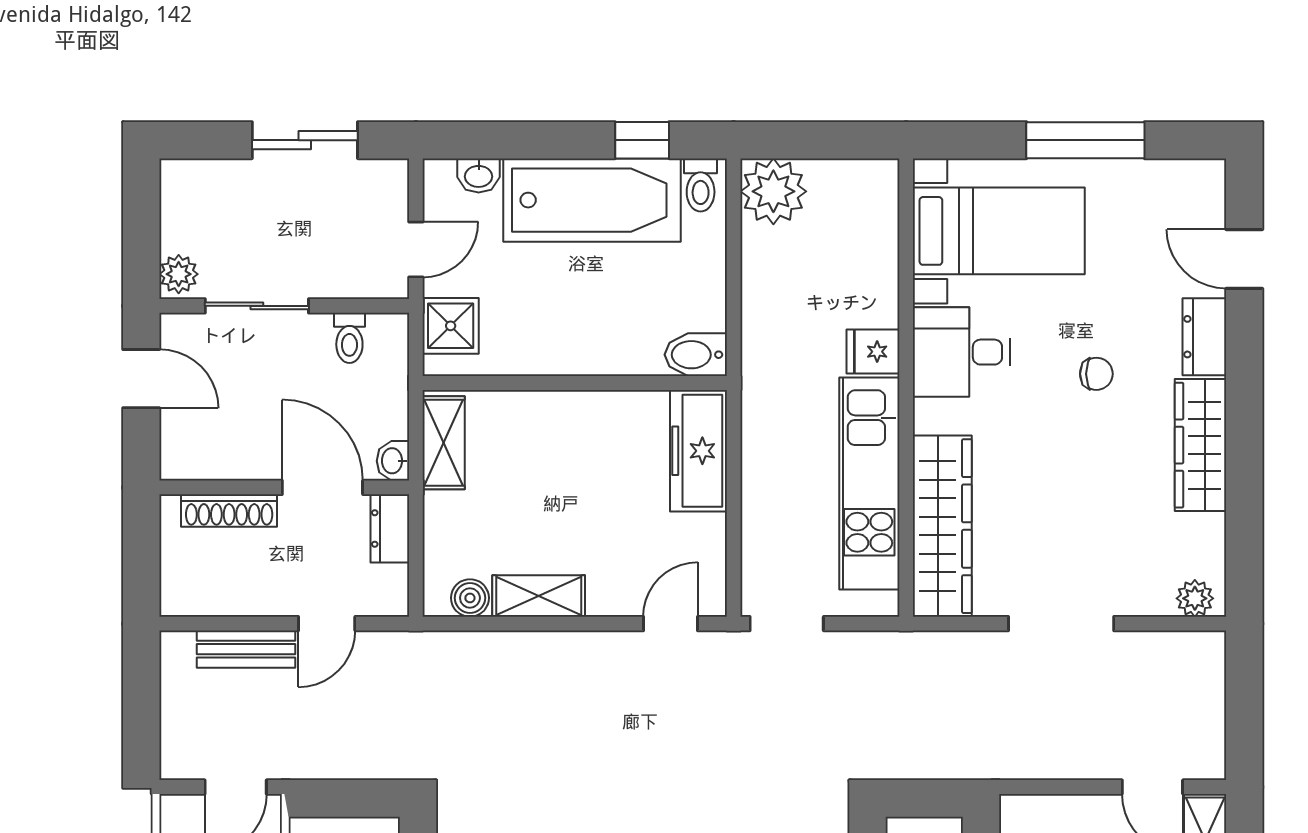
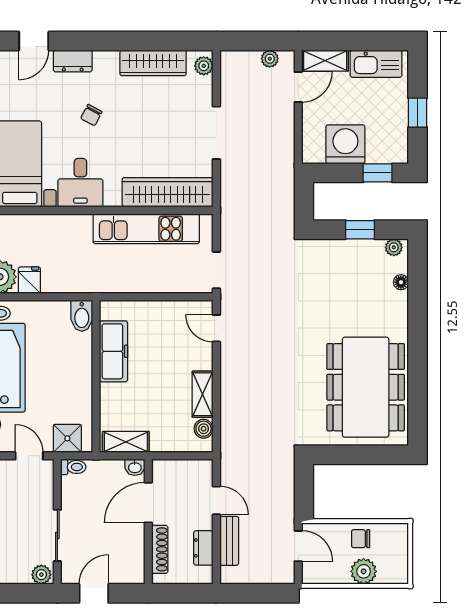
toilet: (349, 338) -> (73, 467), moved
fridge: (873, 352) -> (29, 280), moved, turned 180
chair: (1096, 374) -> (91, 115), turned -152
wardrobe: (1201, 445) -> (153, 63), moved
freezer: (698, 451) -> (114, 351), moved, turned -90
dresser: (390, 528) -> (203, 548), moved, turned 90
plant: (1209, 730) -> (270, 59), added

